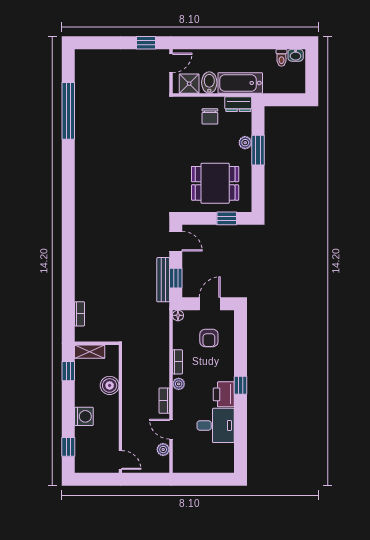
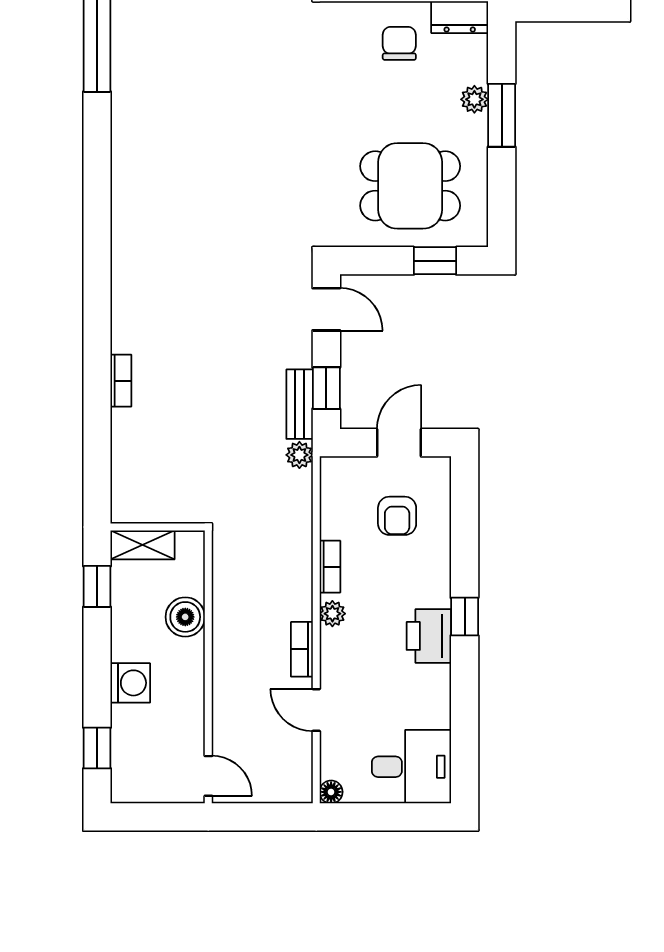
chair: (210, 116) -> (399, 43), turned 180
bench: (163, 280) -> (300, 404), width x0.73
bookcase: (79, 314) -> (121, 381), moved
floor lamp: (178, 315) -> (331, 792), moved
desk: (216, 425) -> (411, 767), moved
plant: (163, 450) -> (299, 455), moved

